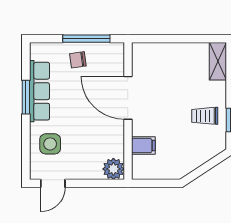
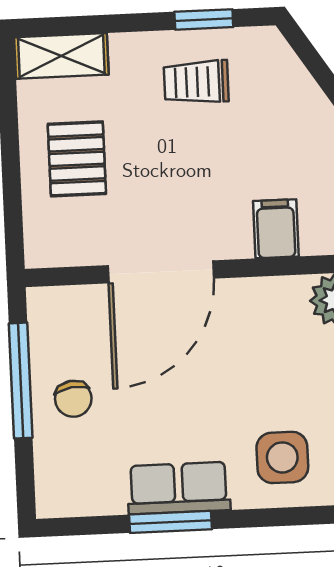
pallet: (176, 66) -> (77, 159), added
row of seats: (40, 91) -> (179, 488), width x0.68
trolley: (205, 116) -> (196, 82), turned 90

